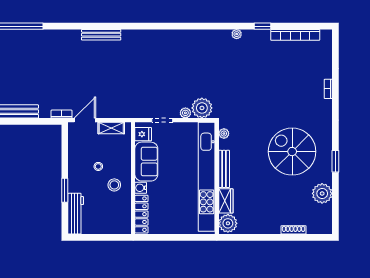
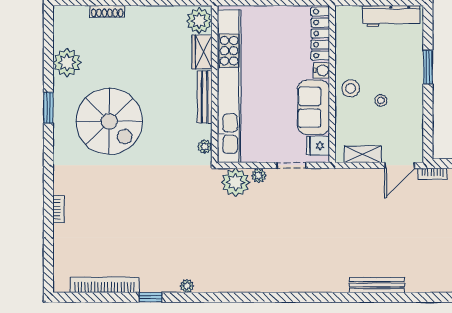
stool: (114, 185) -> (351, 88), moved
workbench: (76, 214) -> (391, 16), moved, turned -90

